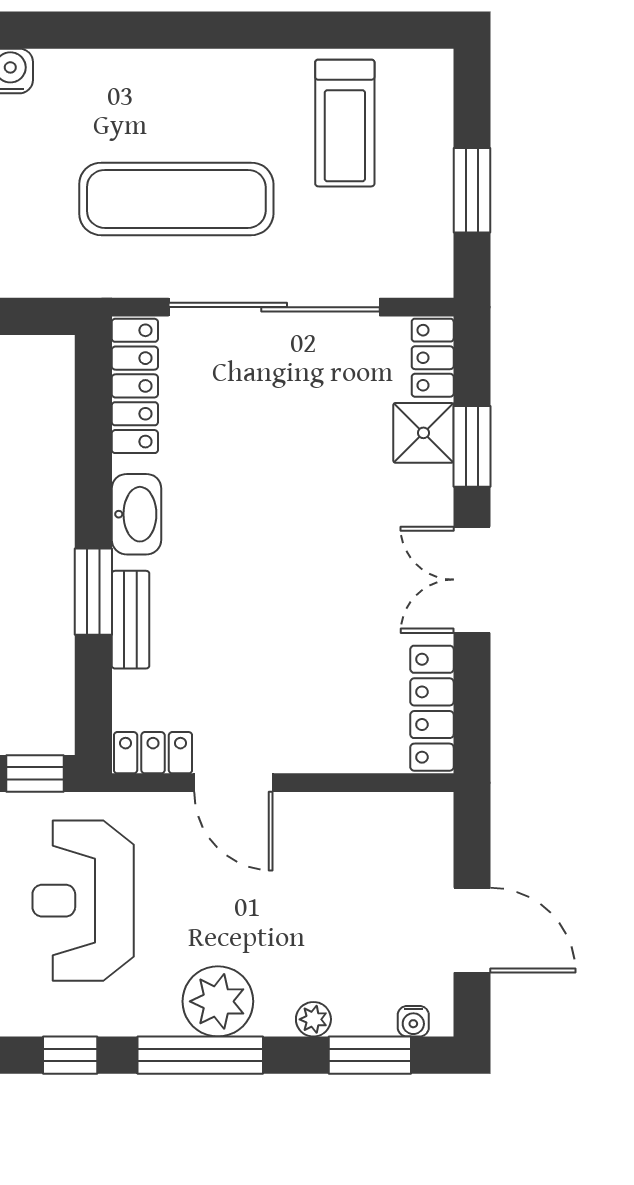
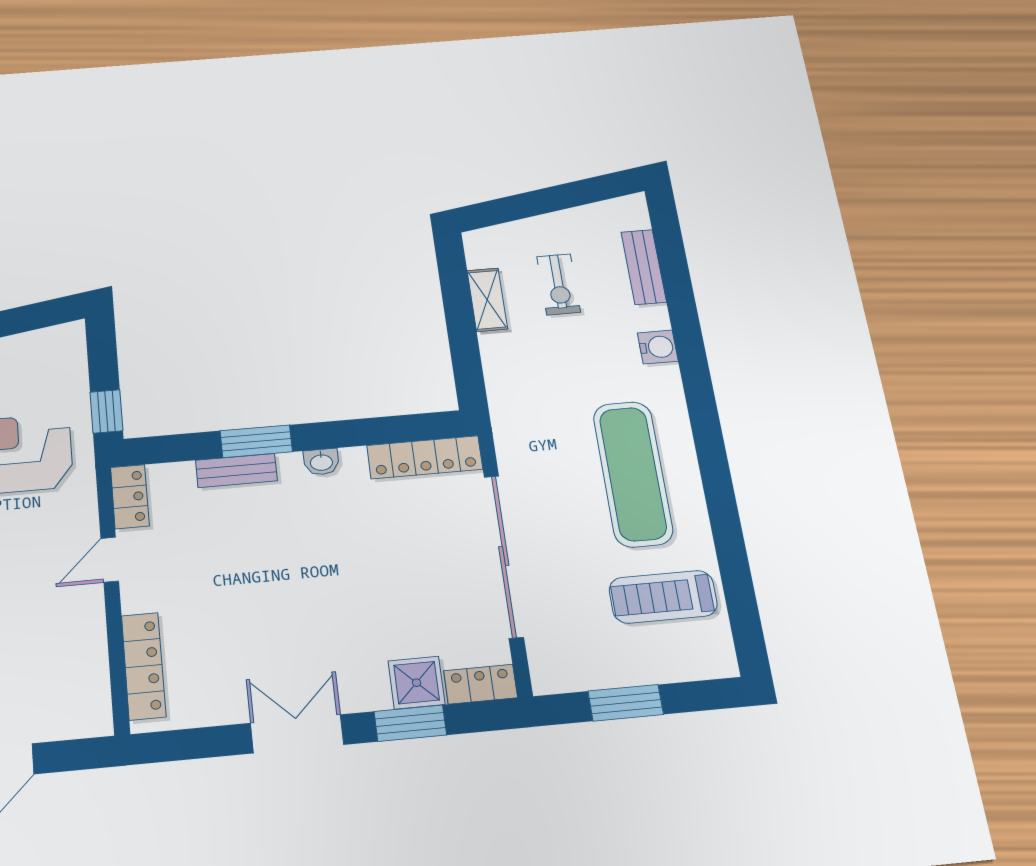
exercise mat: (176, 199) -> (633, 474), moved
washbasin: (137, 514) -> (321, 462), width x0.52, depth x0.69
locker: (432, 708) -> (144, 666), moved, turned 90
door: (233, 783) -> (110, 560), width x0.73

